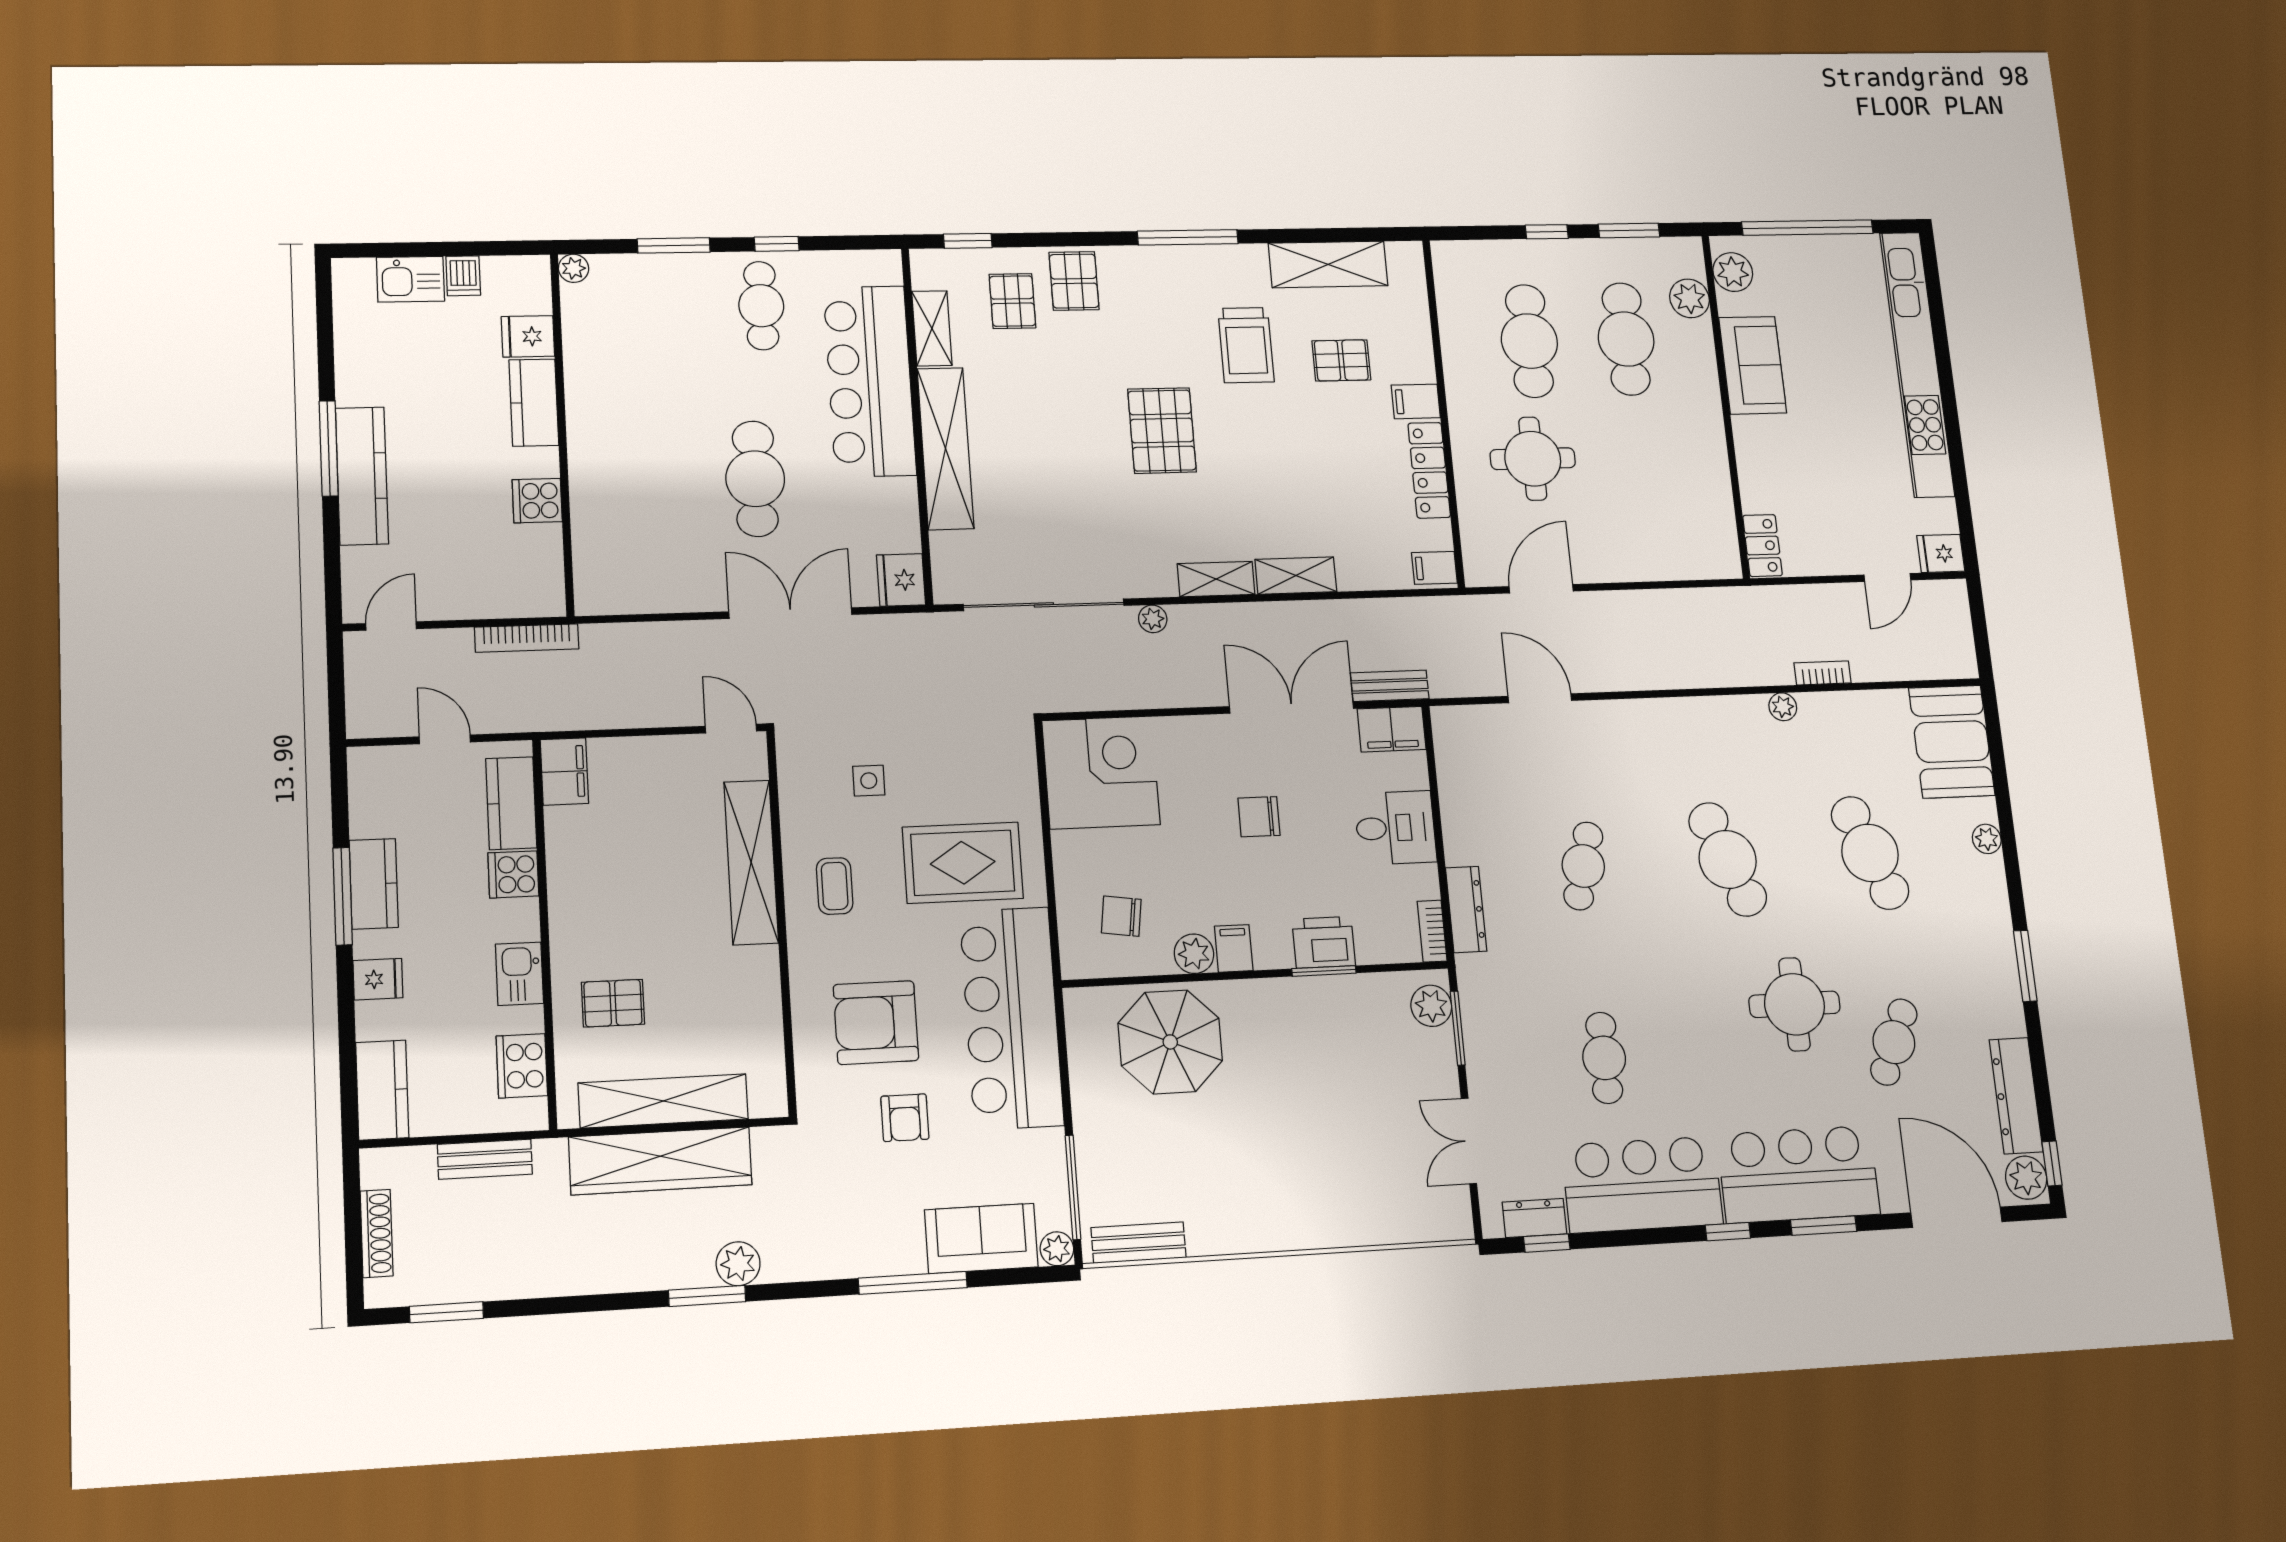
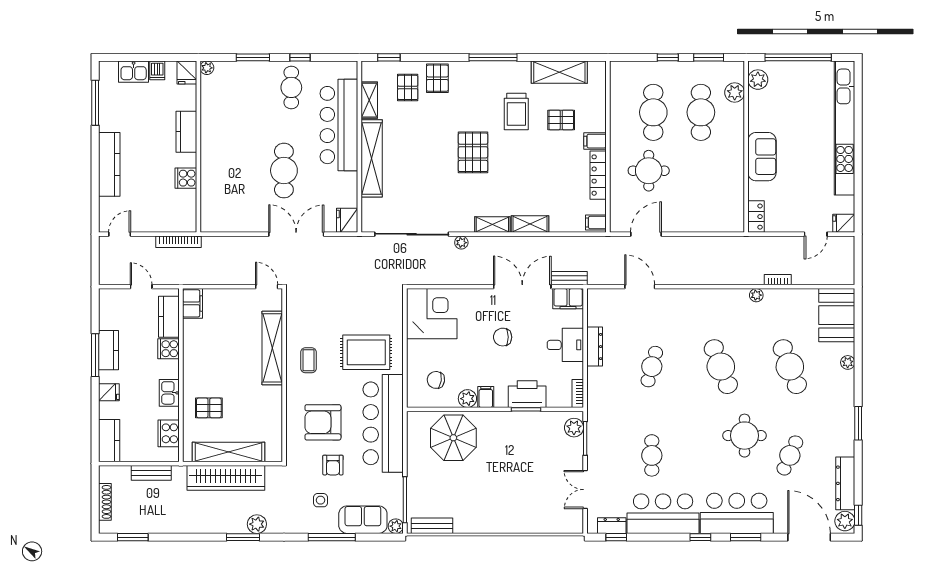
fridge: (528, 336) -> (187, 73), moved, turned -90
sofa: (1753, 365) -> (762, 157), moved
window: (329, 448) -> (95, 103), moved
side table: (869, 781) -> (320, 500), moved
dresser: (1466, 909) -> (595, 347), moved
printer: (1324, 942) -> (527, 394), width x1.37, depth x1.19

